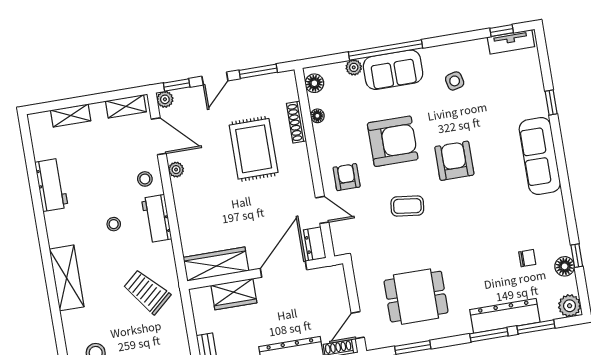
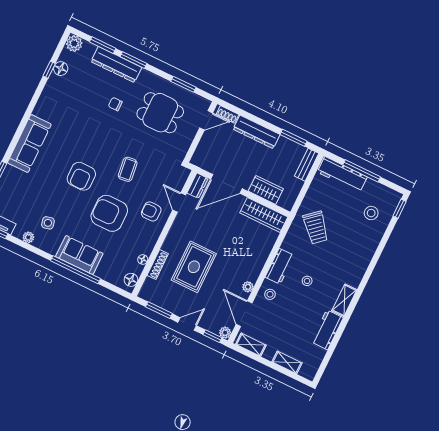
plant: (354, 67) -> (28, 237), moved
armchair: (347, 177) -> (151, 212), turned 90
coffee table: (407, 206) -> (128, 169), turned 76
chair: (527, 258) -> (115, 104), moved
shelving: (67, 278) -> (344, 300), moved, width x0.67, depth x0.75

